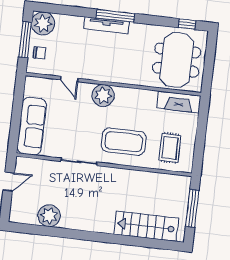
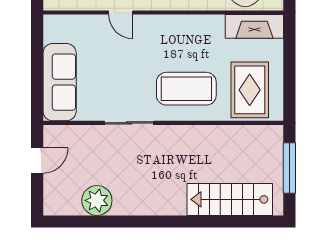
door: (69, 79) -> (121, 13), moved
plant: (103, 96) -> (151, 30), removed
rug: (170, 148) -> (250, 90), width x1.36, depth x1.43

